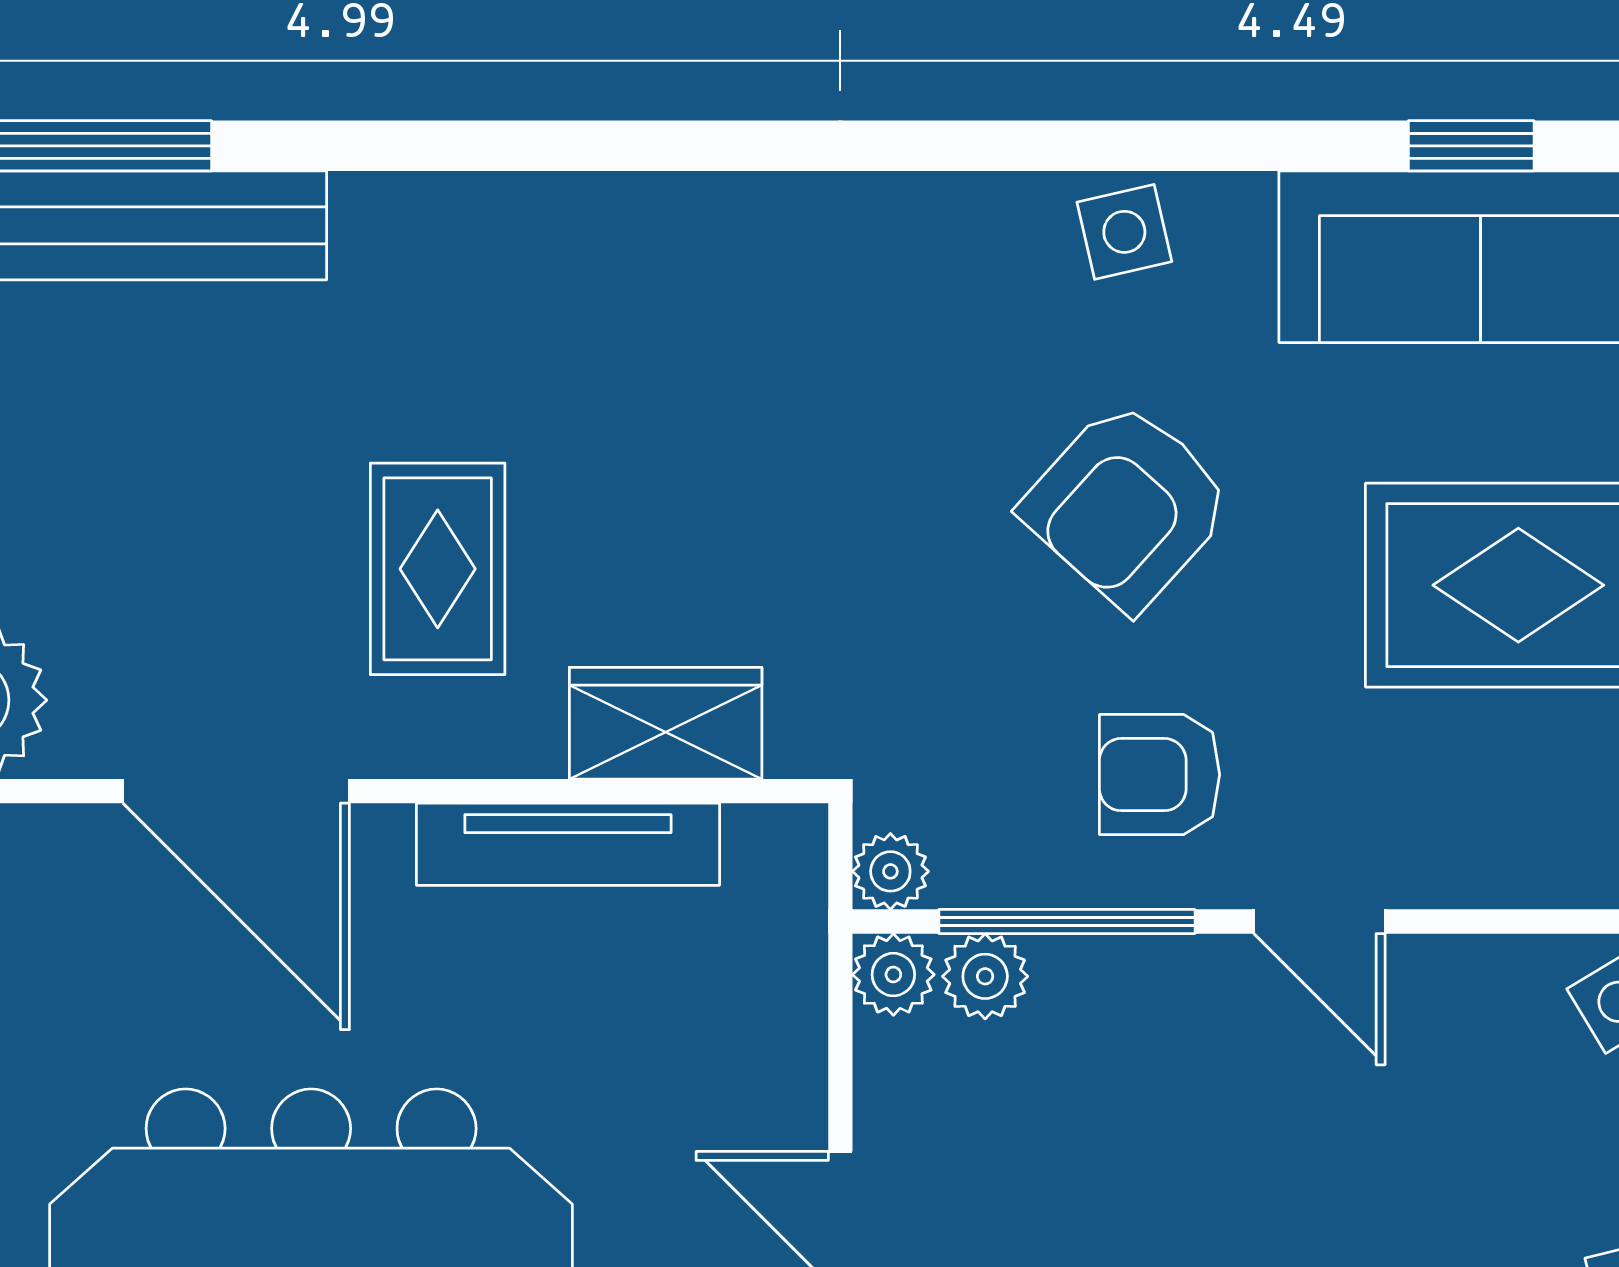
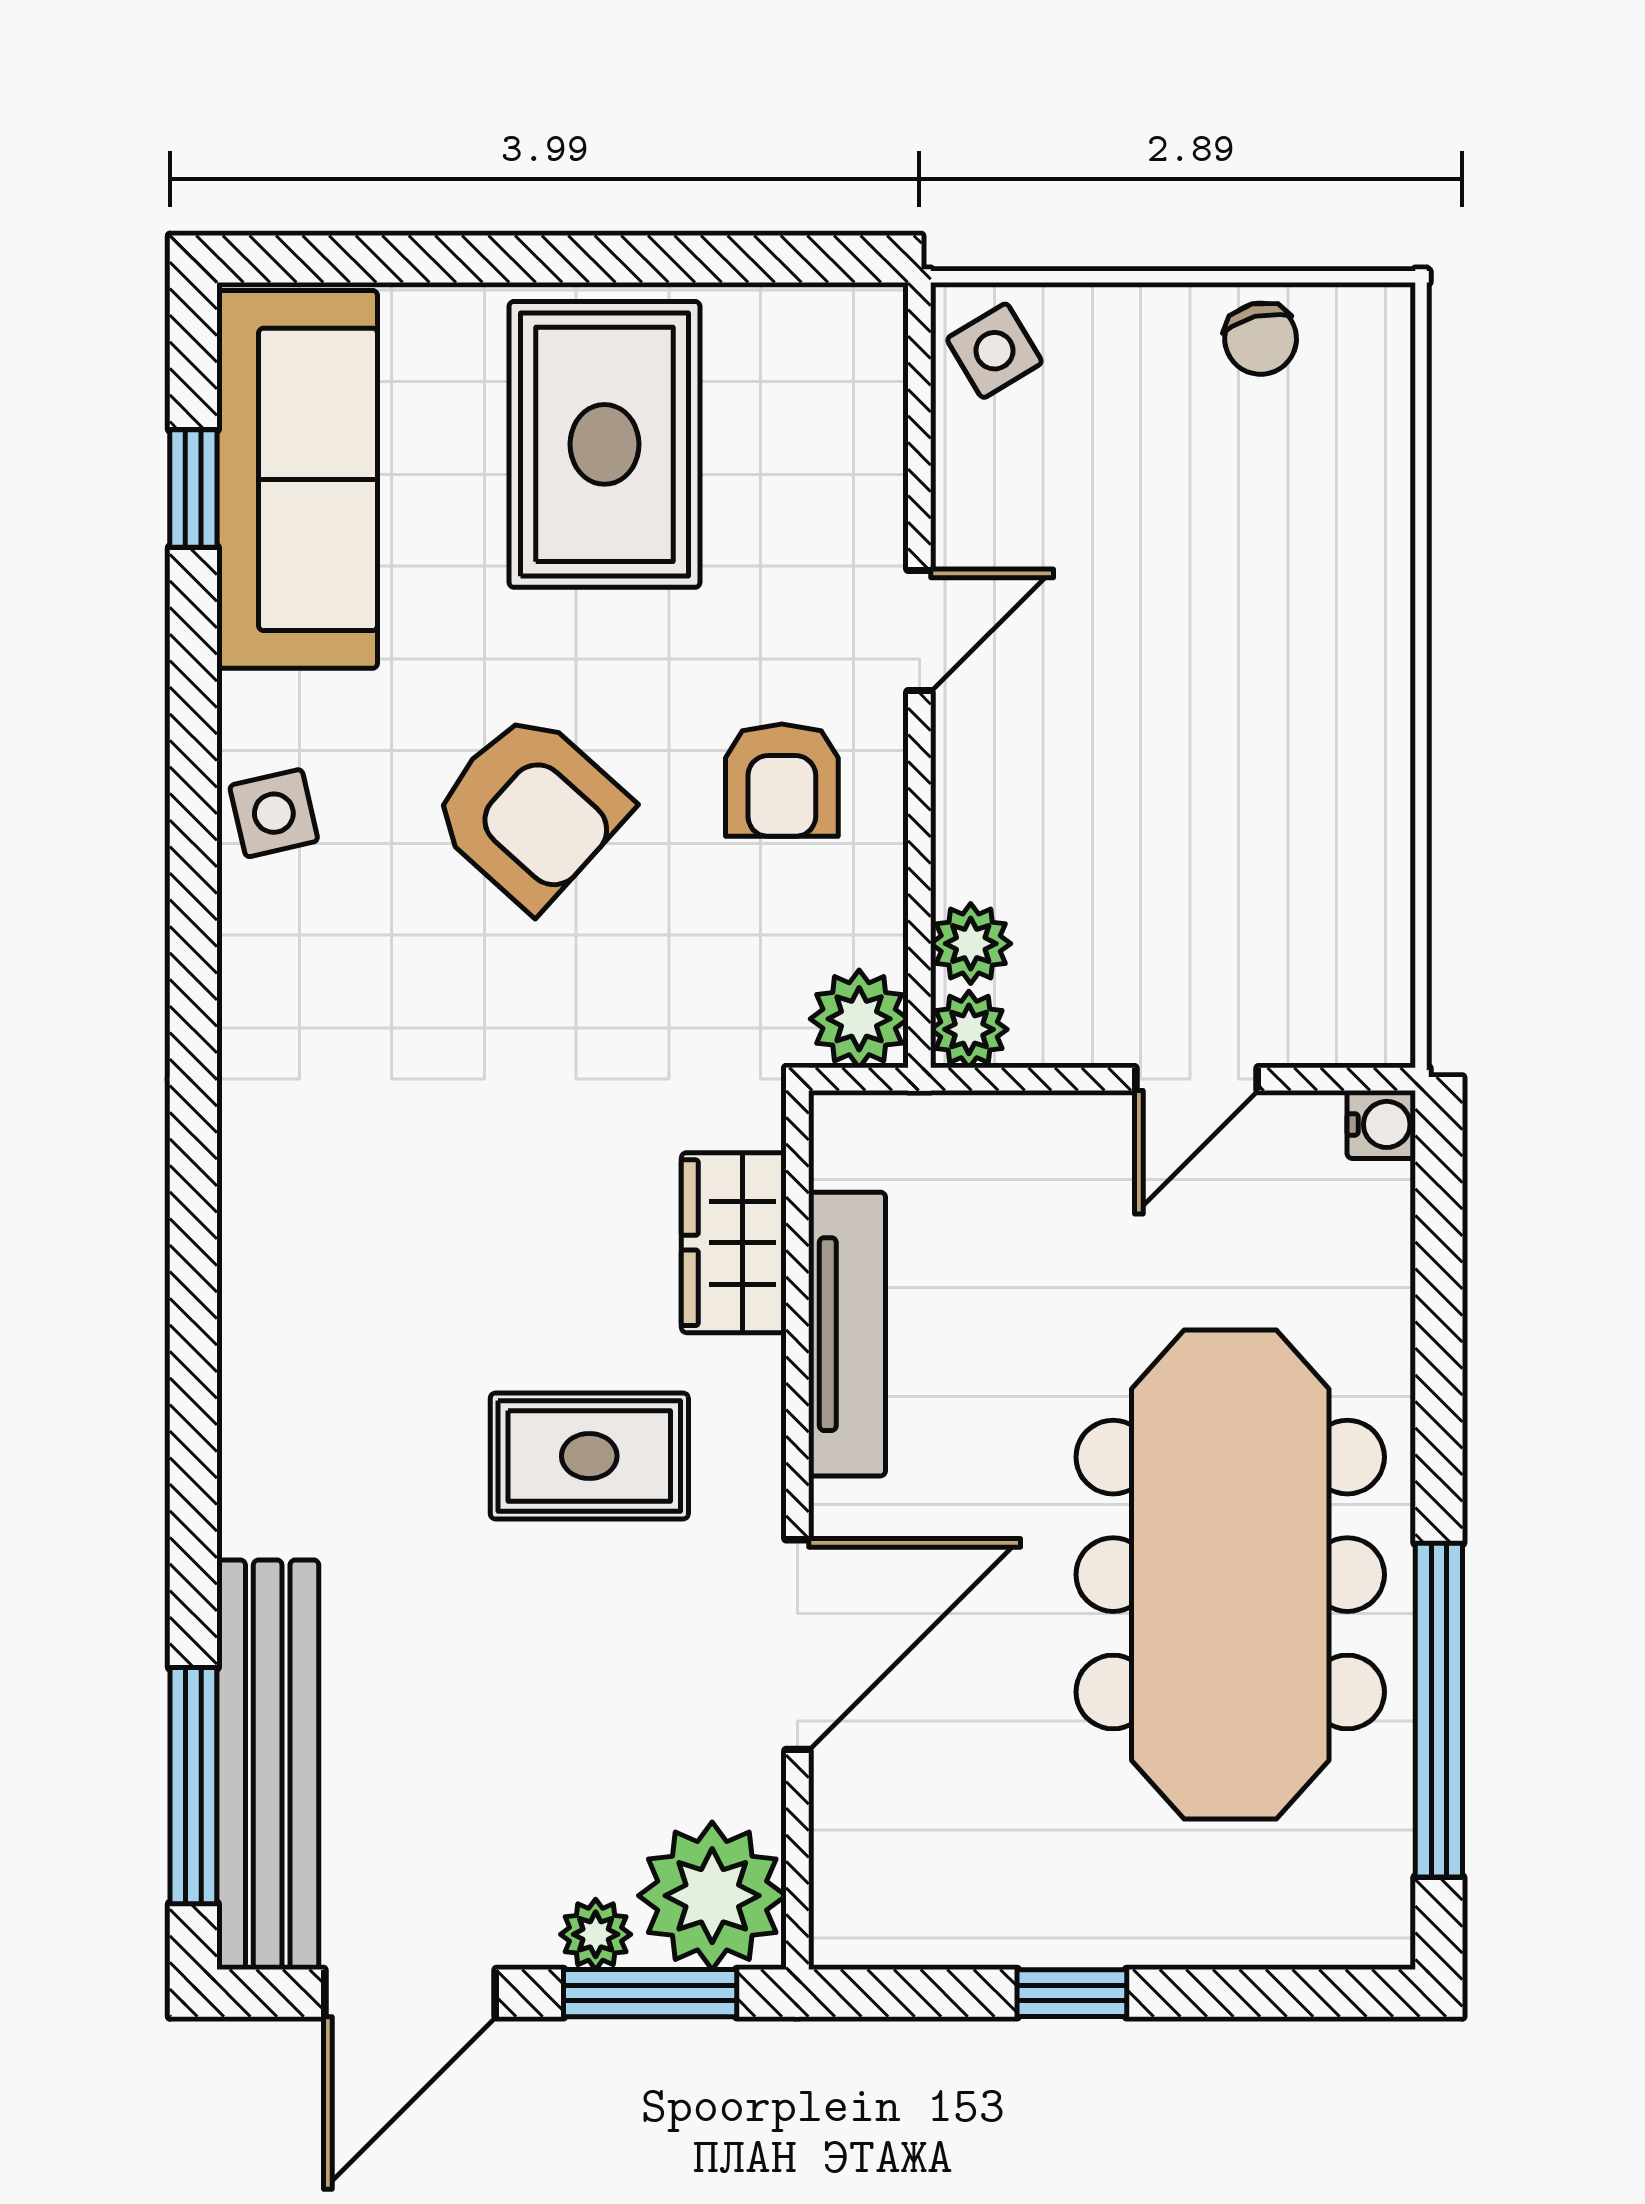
plant: (890, 871) -> (859, 1019), width x1.38, depth x1.38
window: (1067, 922) -> (919, 867), removed

